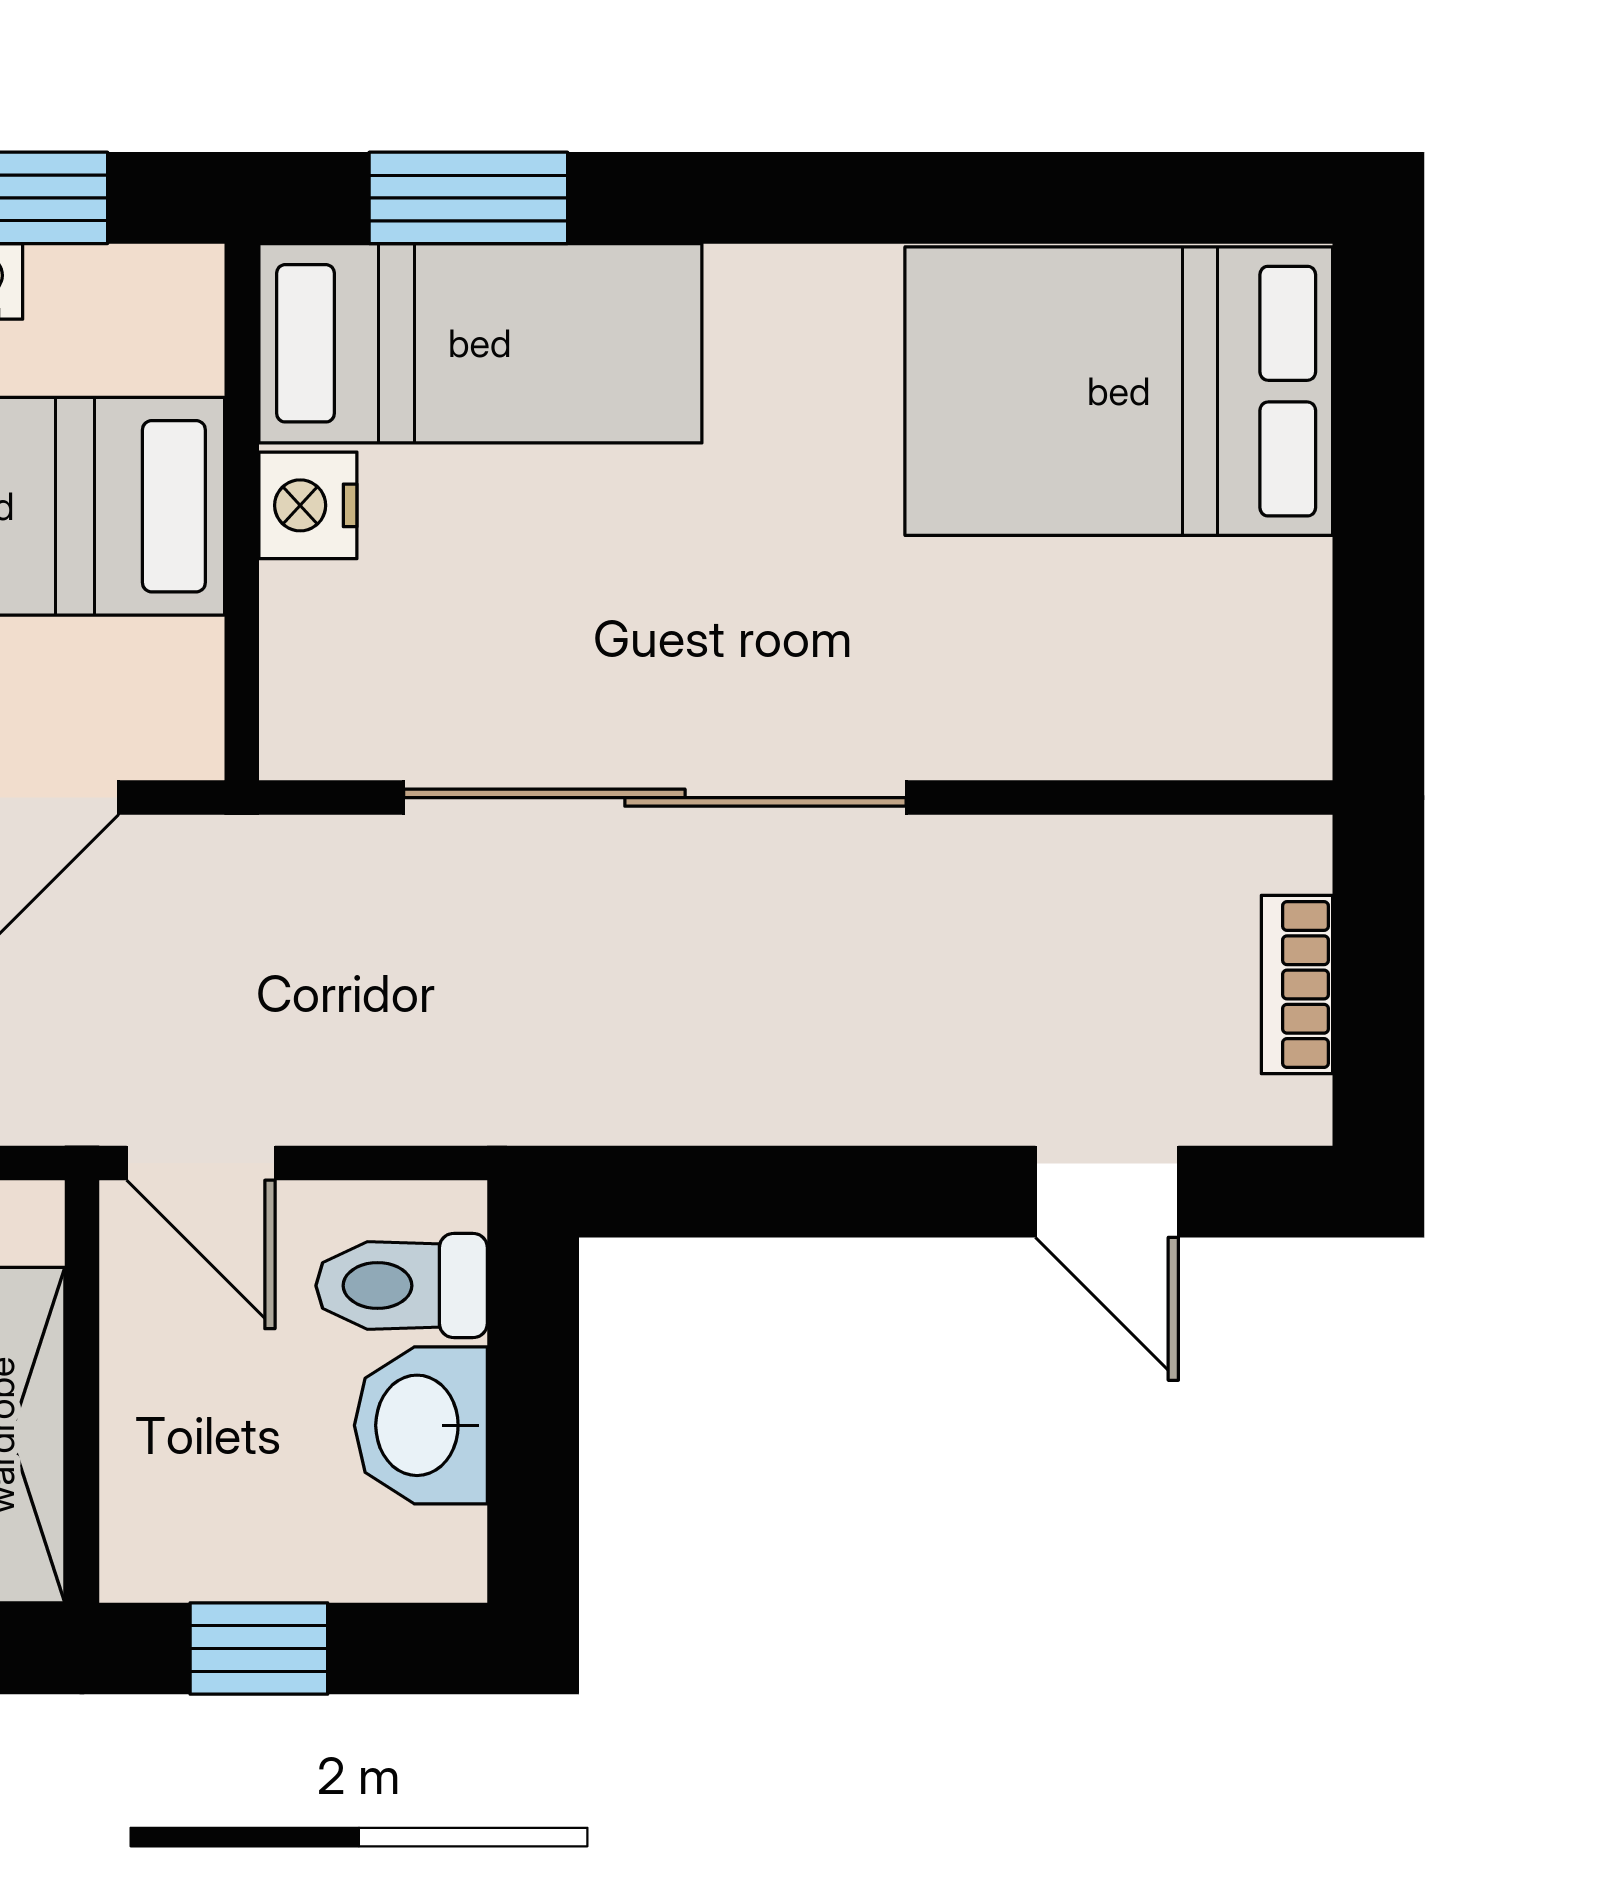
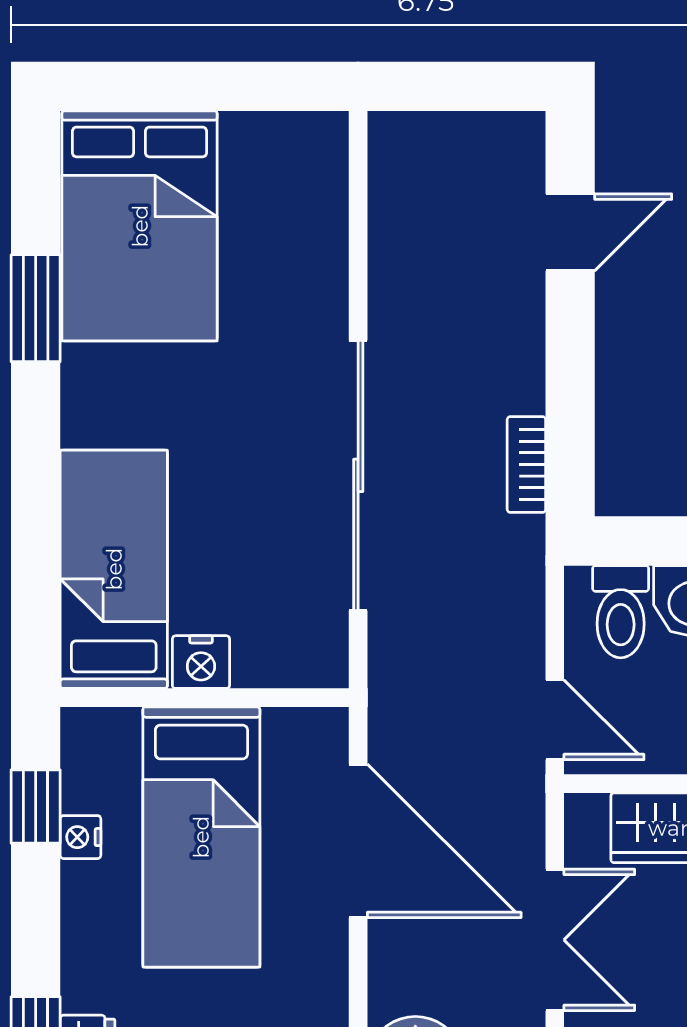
window: (468, 198) -> (36, 308), moved
bookcase: (1297, 985) -> (526, 465), moved, turned 90
door: (201, 1163) -> (555, 720), hinge flipped

